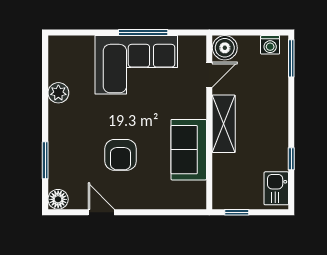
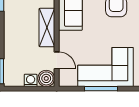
washing machine: (270, 45) -> (31, 80), moved
door: (209, 75) -> (57, 60), swing flipped

